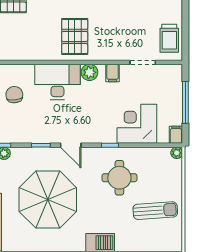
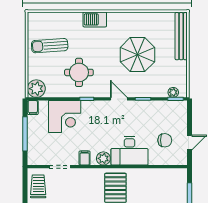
chair: (14, 95) -> (165, 140), turned -84
plant: (177, 153) -> (36, 89), width x1.87, depth x1.87
parasol: (48, 200) -> (137, 55), width x0.73, depth x0.73

